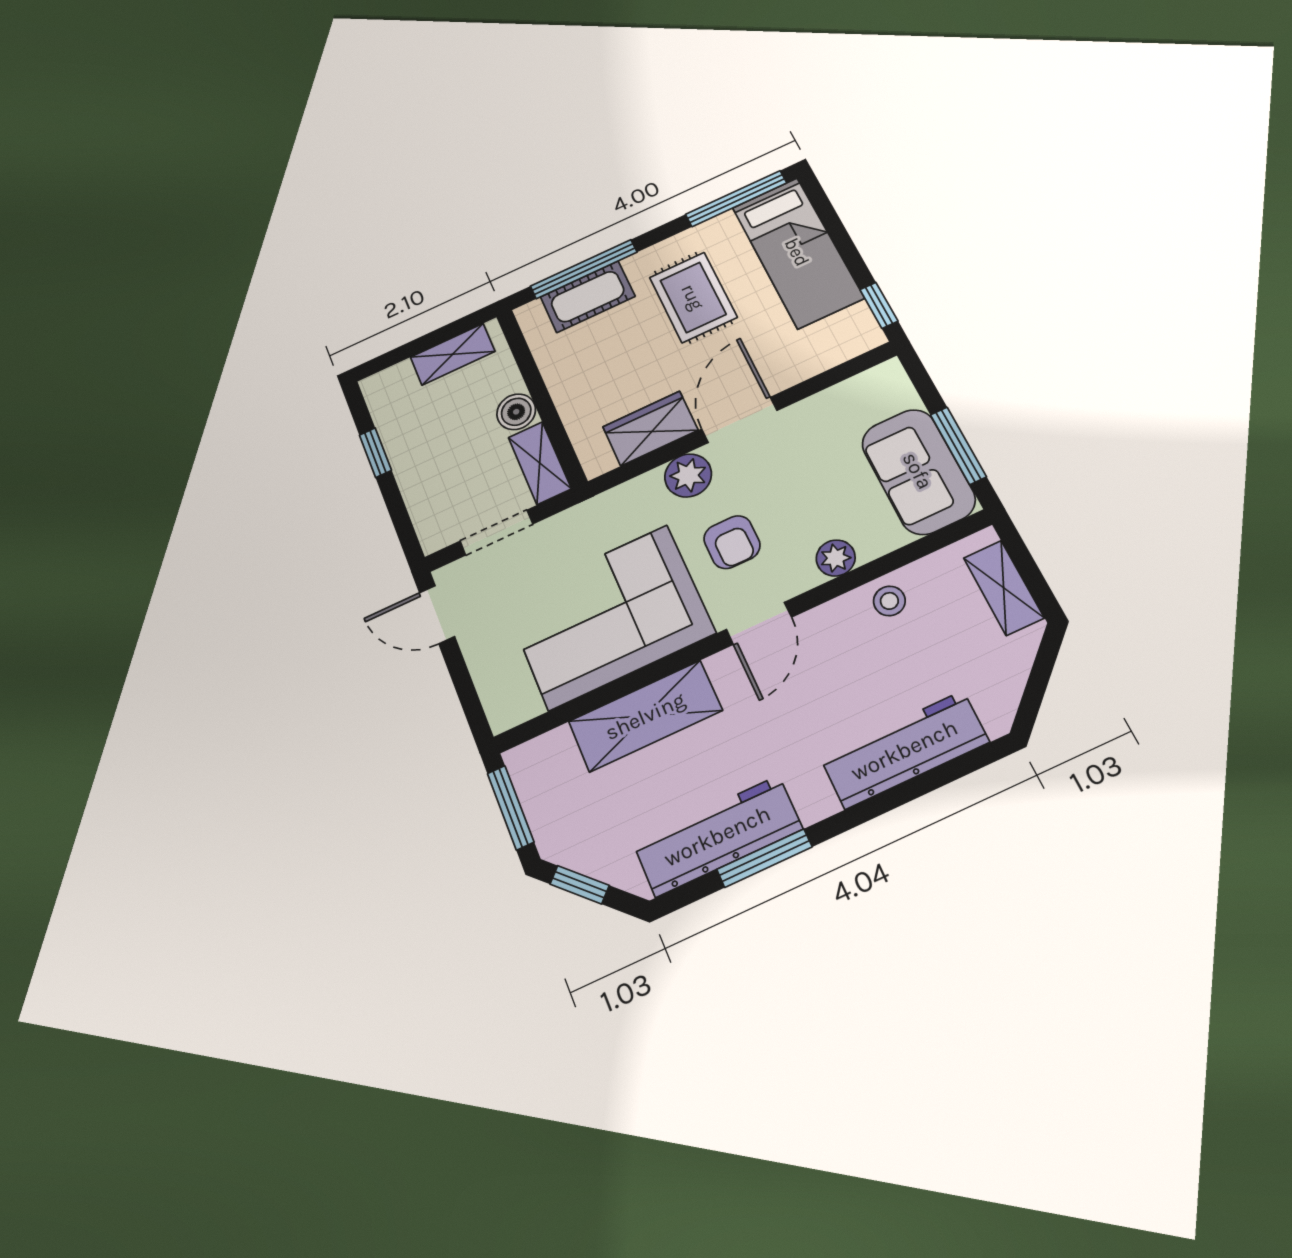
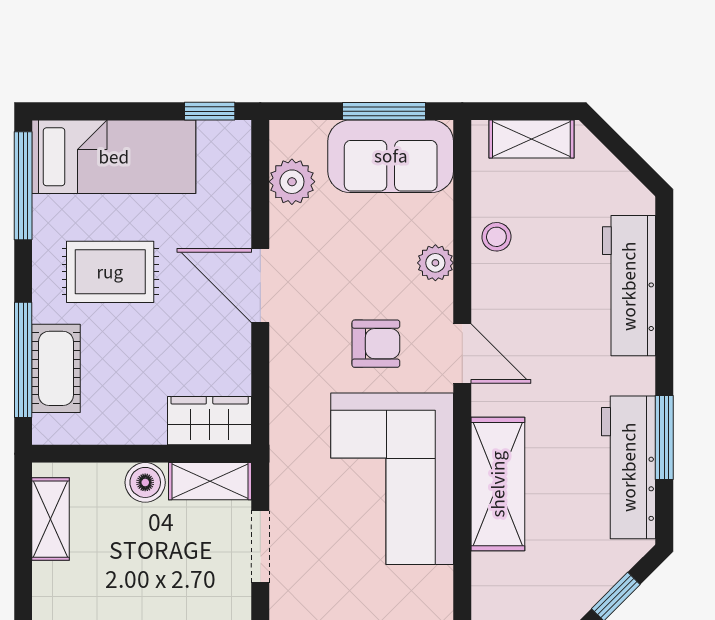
wardrobe: (650, 428) -> (210, 421), moved, turned 90
plant: (688, 475) -> (292, 182), moved

